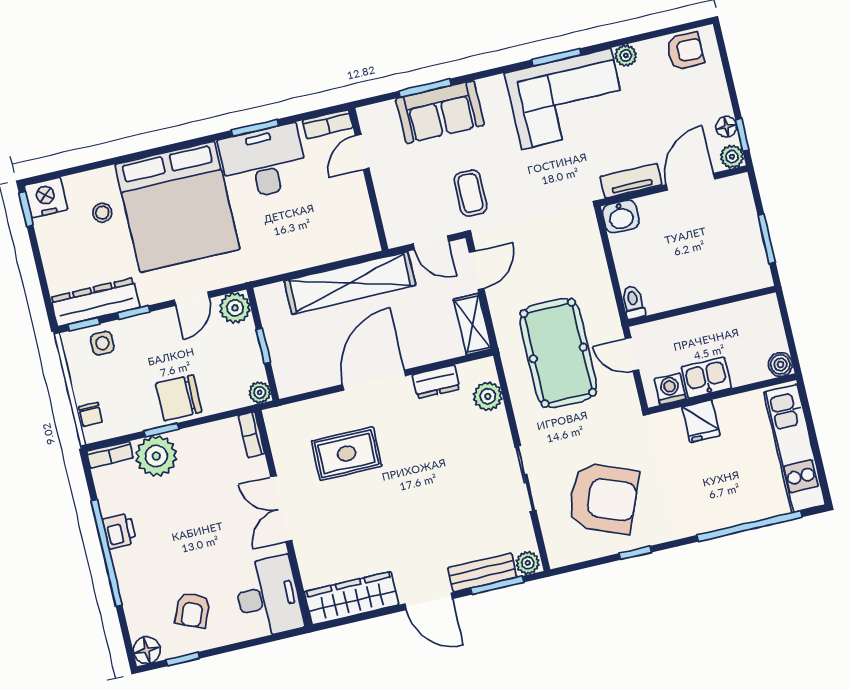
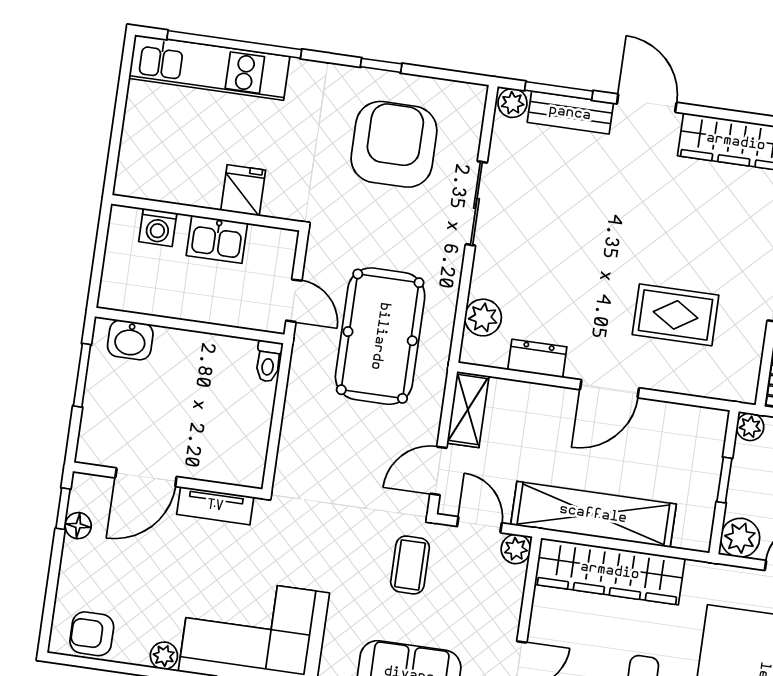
plant: (732, 157) -> (516, 549), moved
washbasin: (621, 217) -> (130, 340), moved, turned 180
wardrobe: (322, 246) -> (610, 571), added
boiler: (780, 364) -> (124, 221), removed
door: (374, 380) -> (610, 389), width x0.73
washing machine: (670, 389) -> (158, 227), moved
kitchen unit: (794, 448) -> (209, 67), moved, turned 90
armchair: (603, 498) -> (394, 144), turned 68

